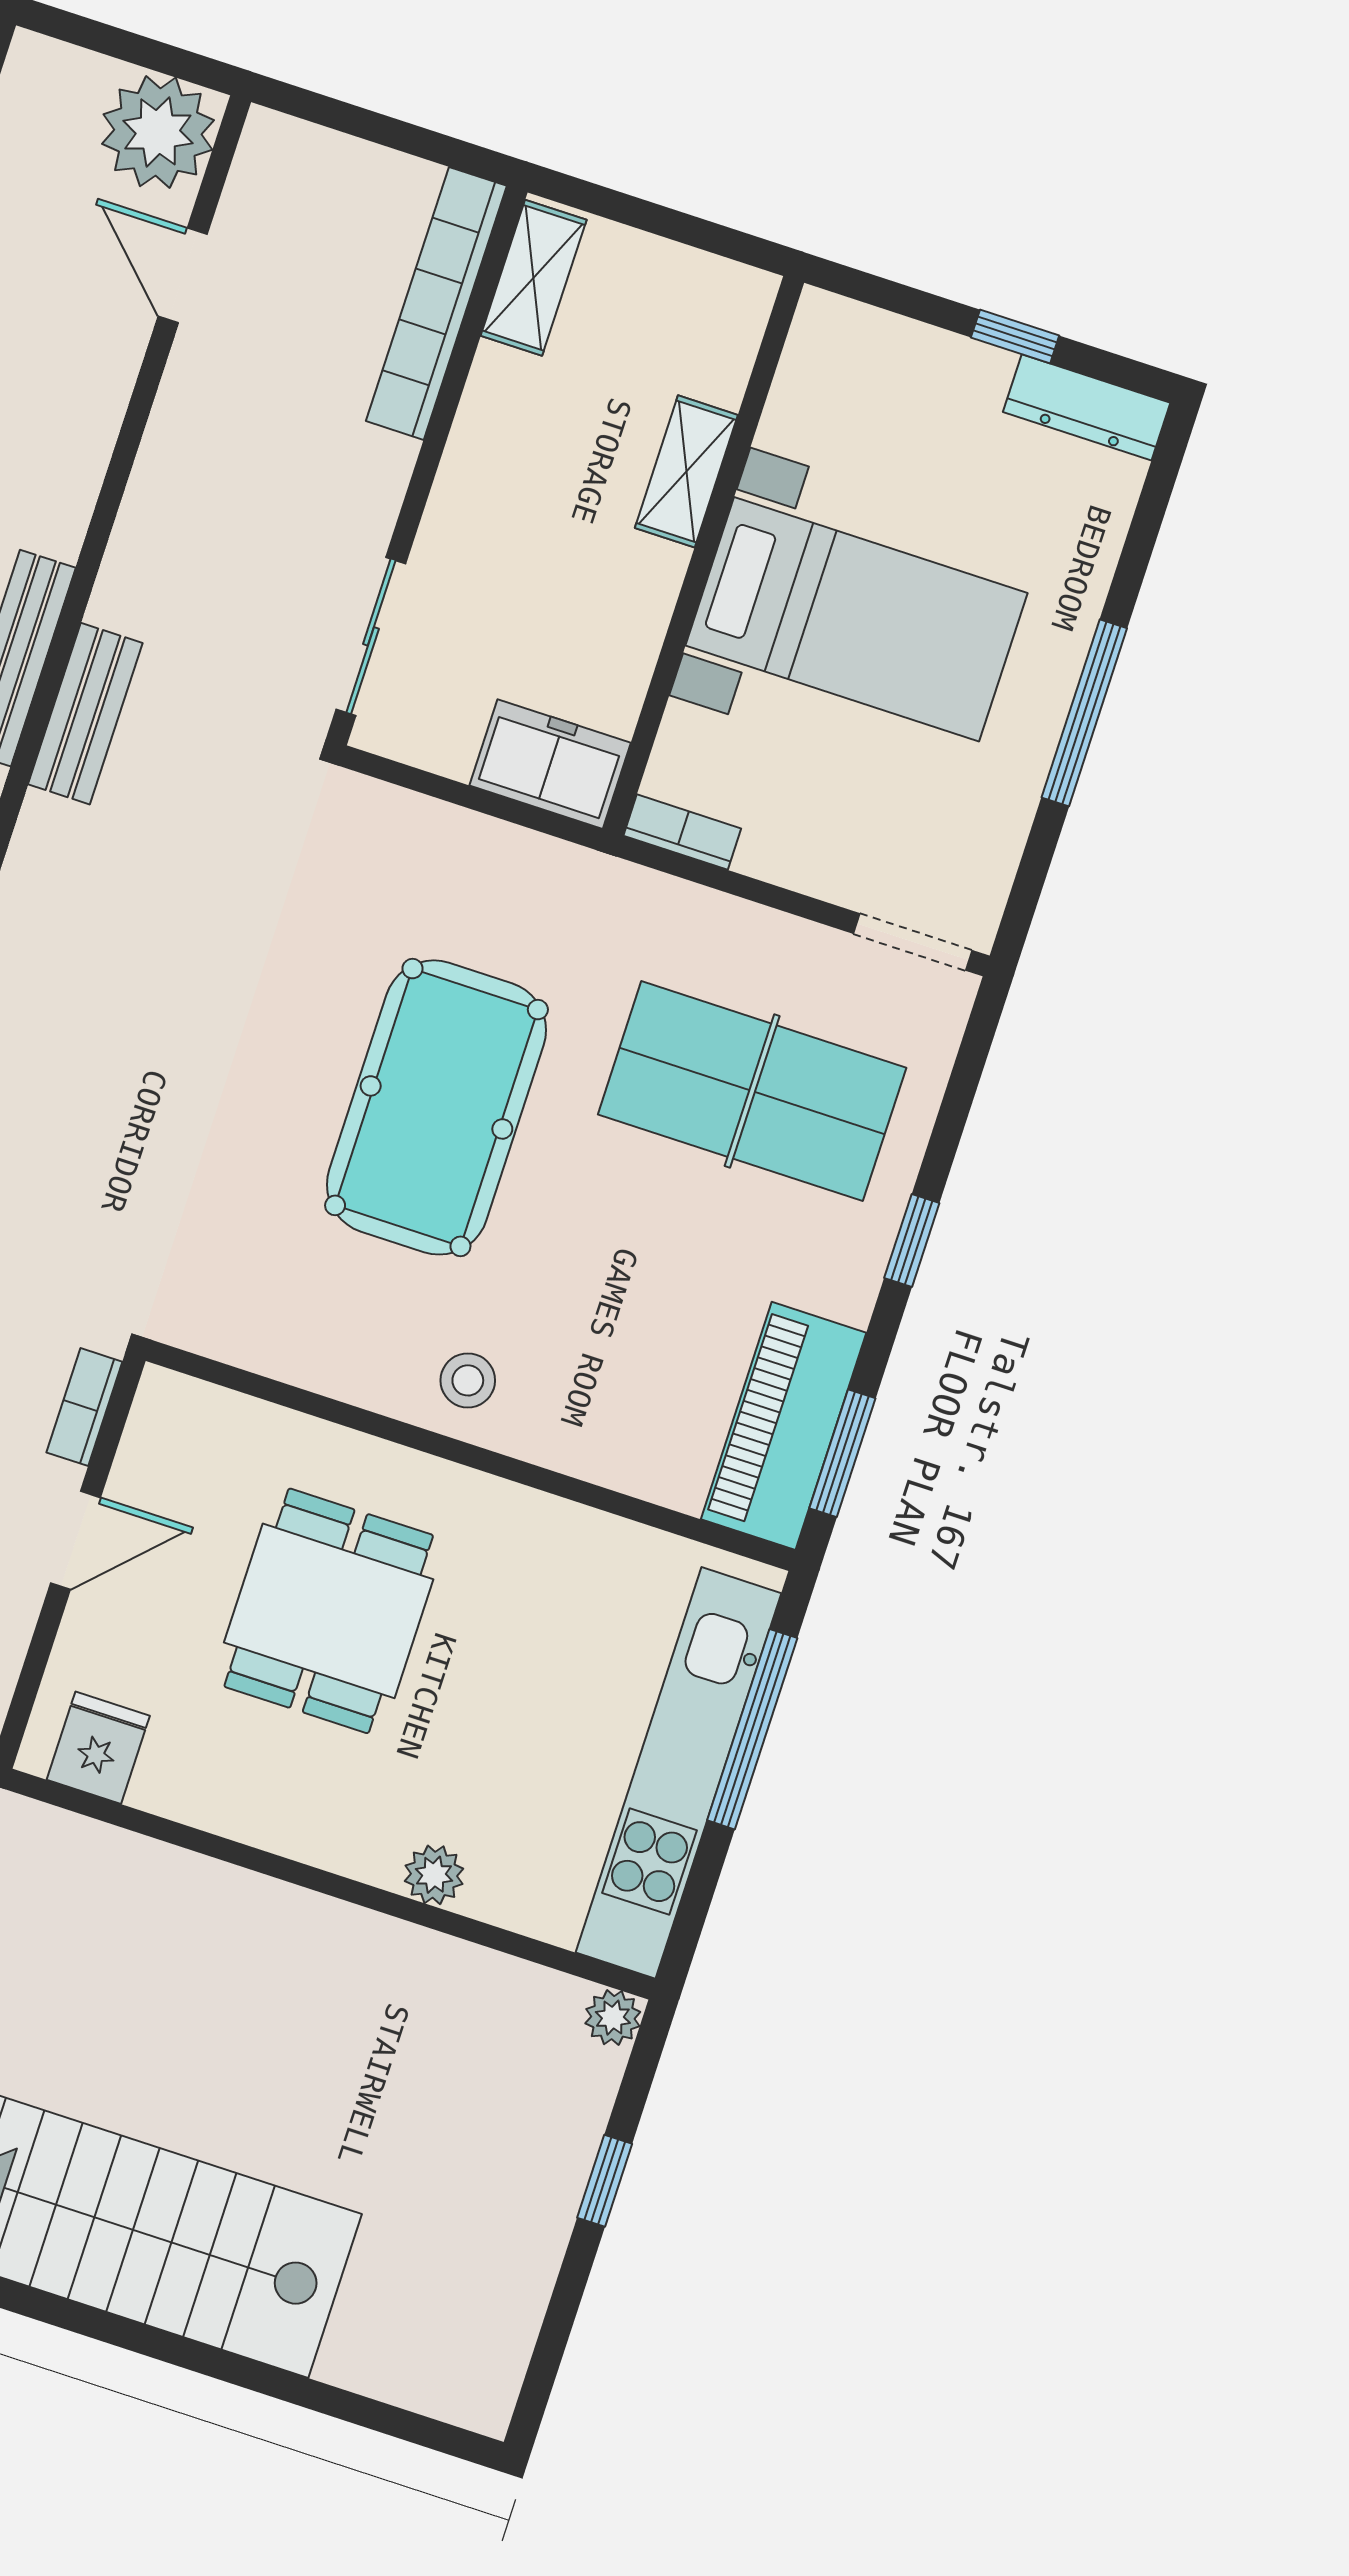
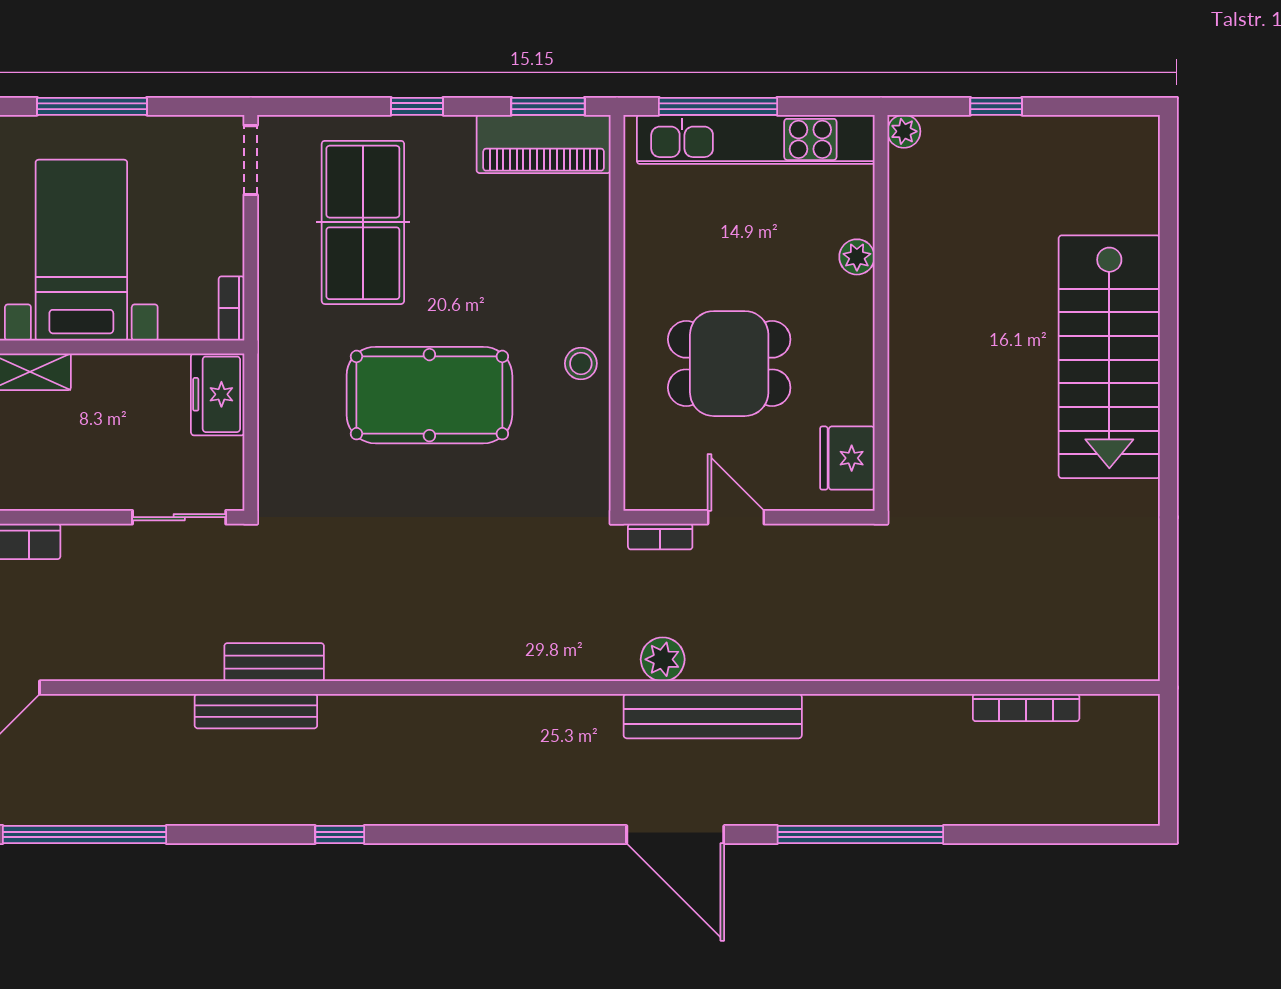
stool: (468, 1380) -> (581, 363), moved
fridge: (98, 1748) -> (847, 458), width x1.38

